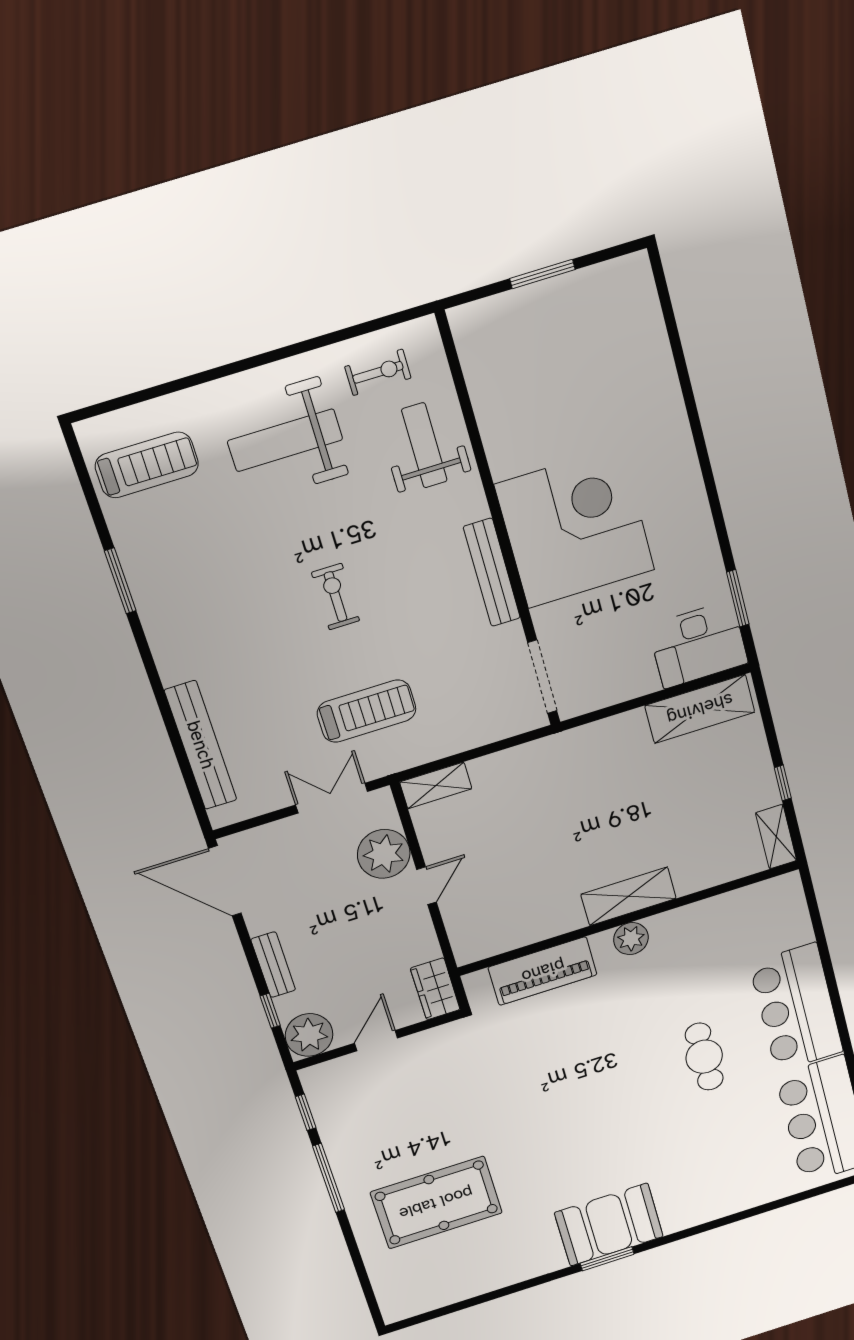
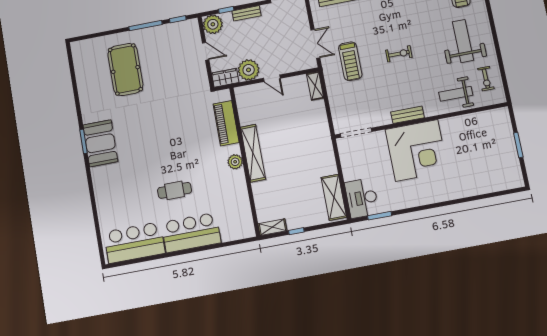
weight bench: (424, 445) -> (456, 94), turned 180
bench: (492, 572) -> (407, 115), width x0.73
plant: (384, 854) -> (249, 70), moved
shelving: (629, 896) -> (253, 153), width x1.47

